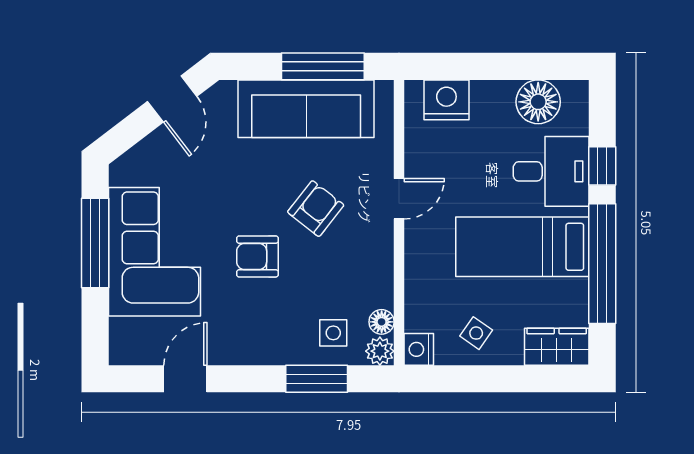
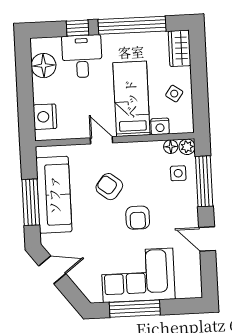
window: (323, 66) -> (31, 202), moved
bed: (522, 247) -> (131, 99), moved, turned 180
nightstand: (419, 349) -> (160, 126), moved
door: (185, 379) -> (207, 239), moved
window: (317, 379) -> (204, 181), width x1.44

